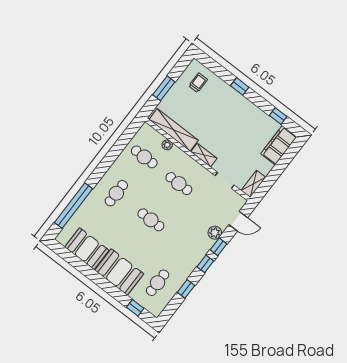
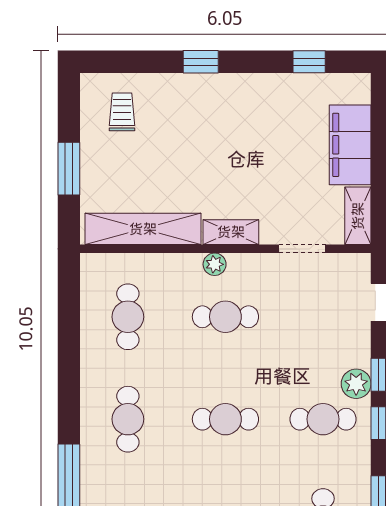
plant: (167, 145) -> (215, 264), moved
filing cabinet: (279, 145) -> (350, 145), moved
cafe table: (144, 157) -> (128, 317), turned 90
plant: (215, 233) -> (356, 384), moved
cafe table: (185, 246) -> (323, 419), added

